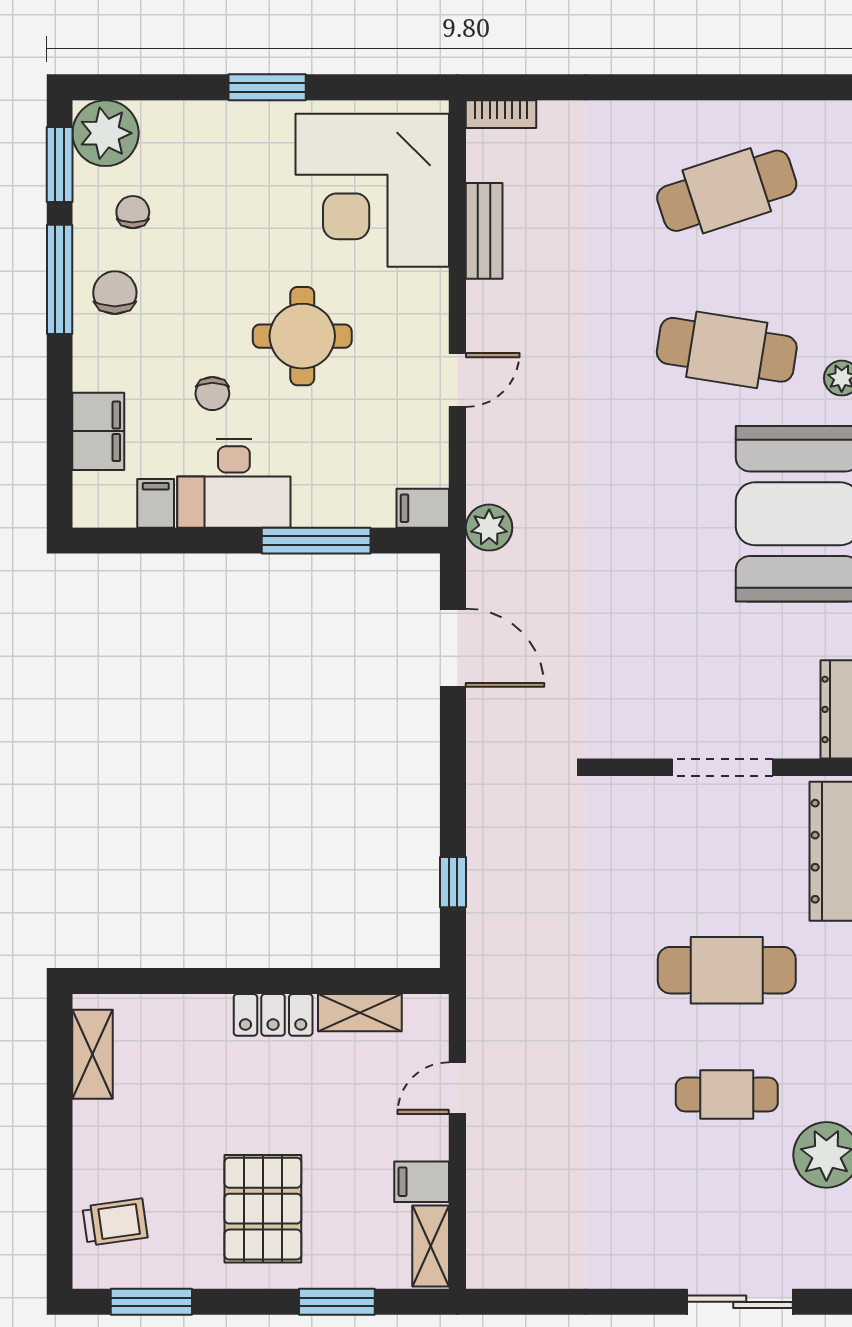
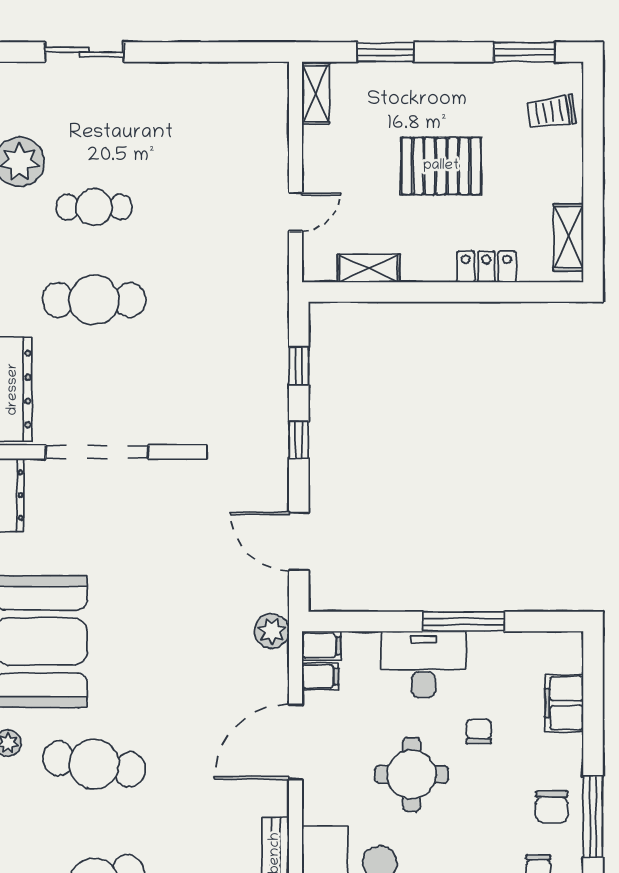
door: (457, 380) -> (296, 742), width x1.87
desk: (234, 483) -> (423, 664), moved
filing cabinet: (156, 503) -> (320, 676), moved, turned -90
window: (316, 541) -> (464, 621), moved
doorway: (723, 767) -> (97, 452), width x1.36
window: (453, 783) -> (299, 440), added
locker: (273, 1015) -> (486, 267), moved
filing cabinet: (422, 1182) -> (322, 142), removed
pallet: (263, 1209) -> (441, 166), moved, turned 90

